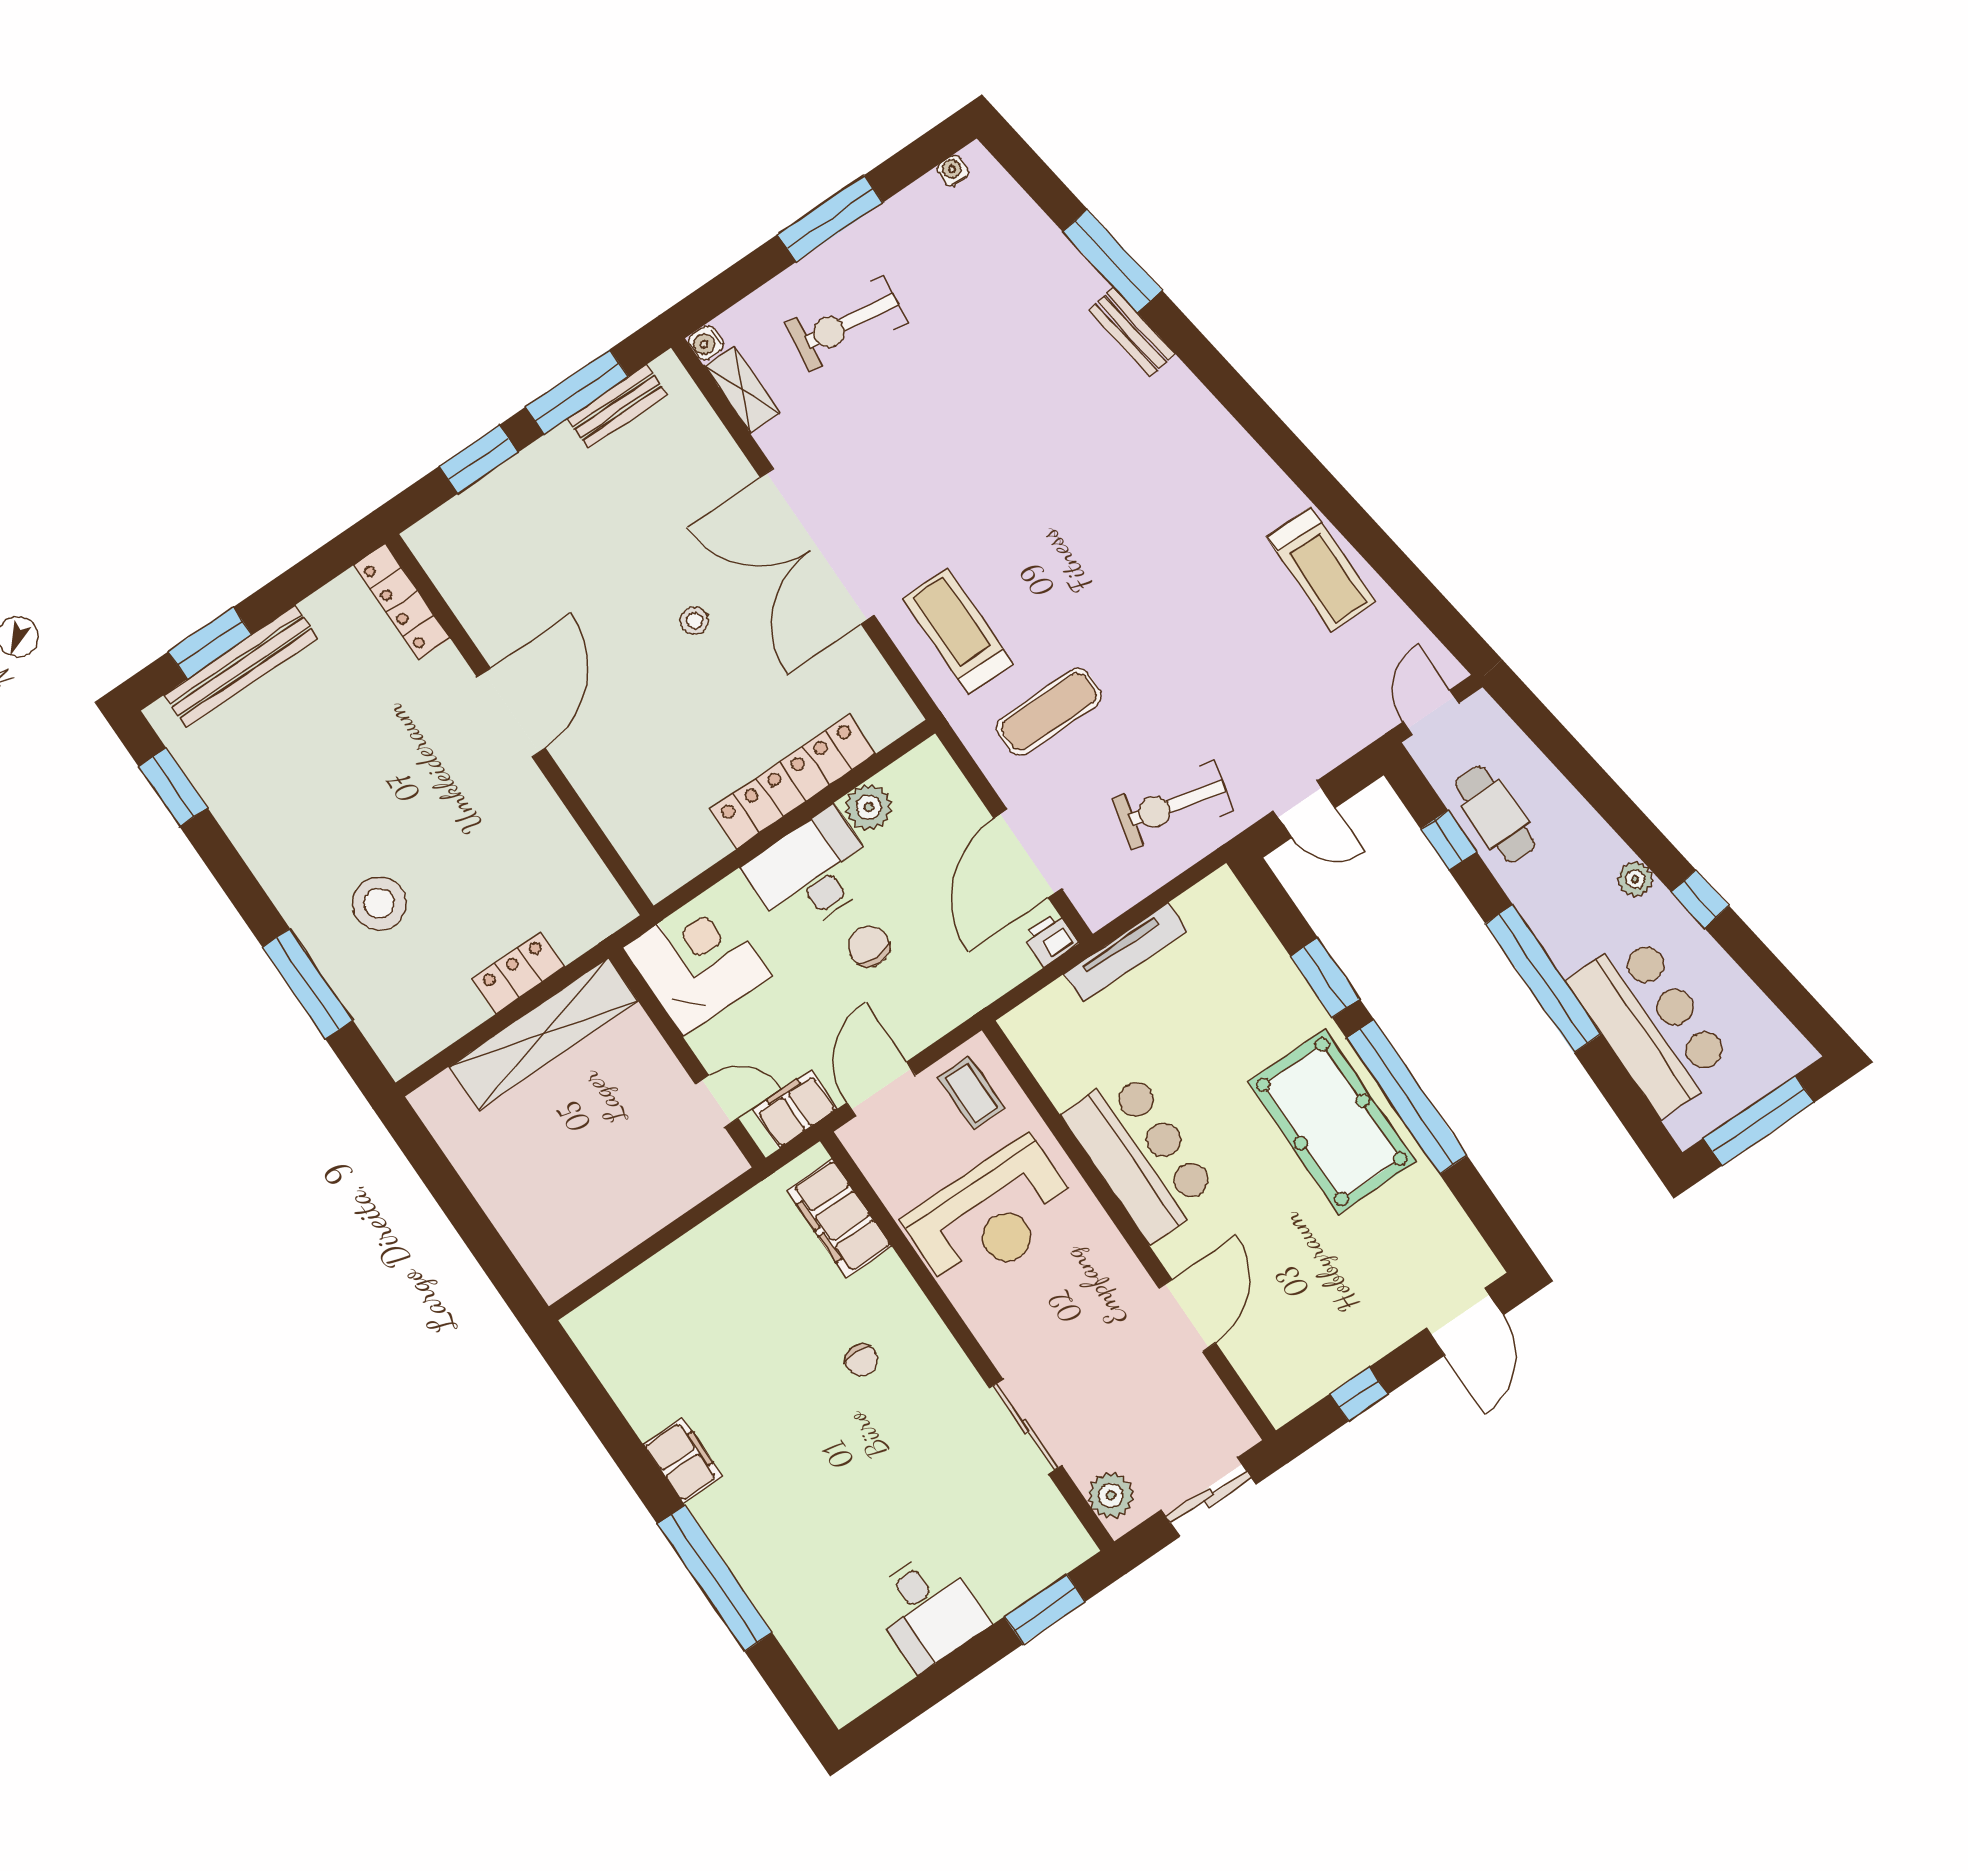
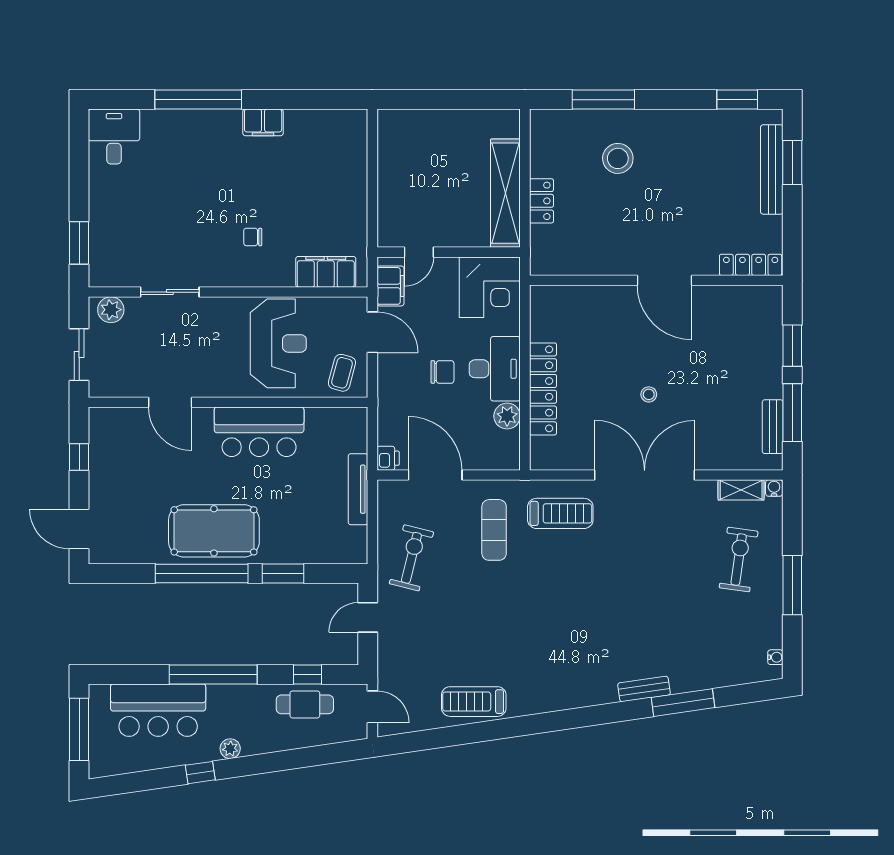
coffee table: (971, 1093) -> (342, 373), turned -75
reception desk: (992, 1216) -> (278, 343), turned 180
desk: (928, 1610) -> (114, 137), moved, turned 90

